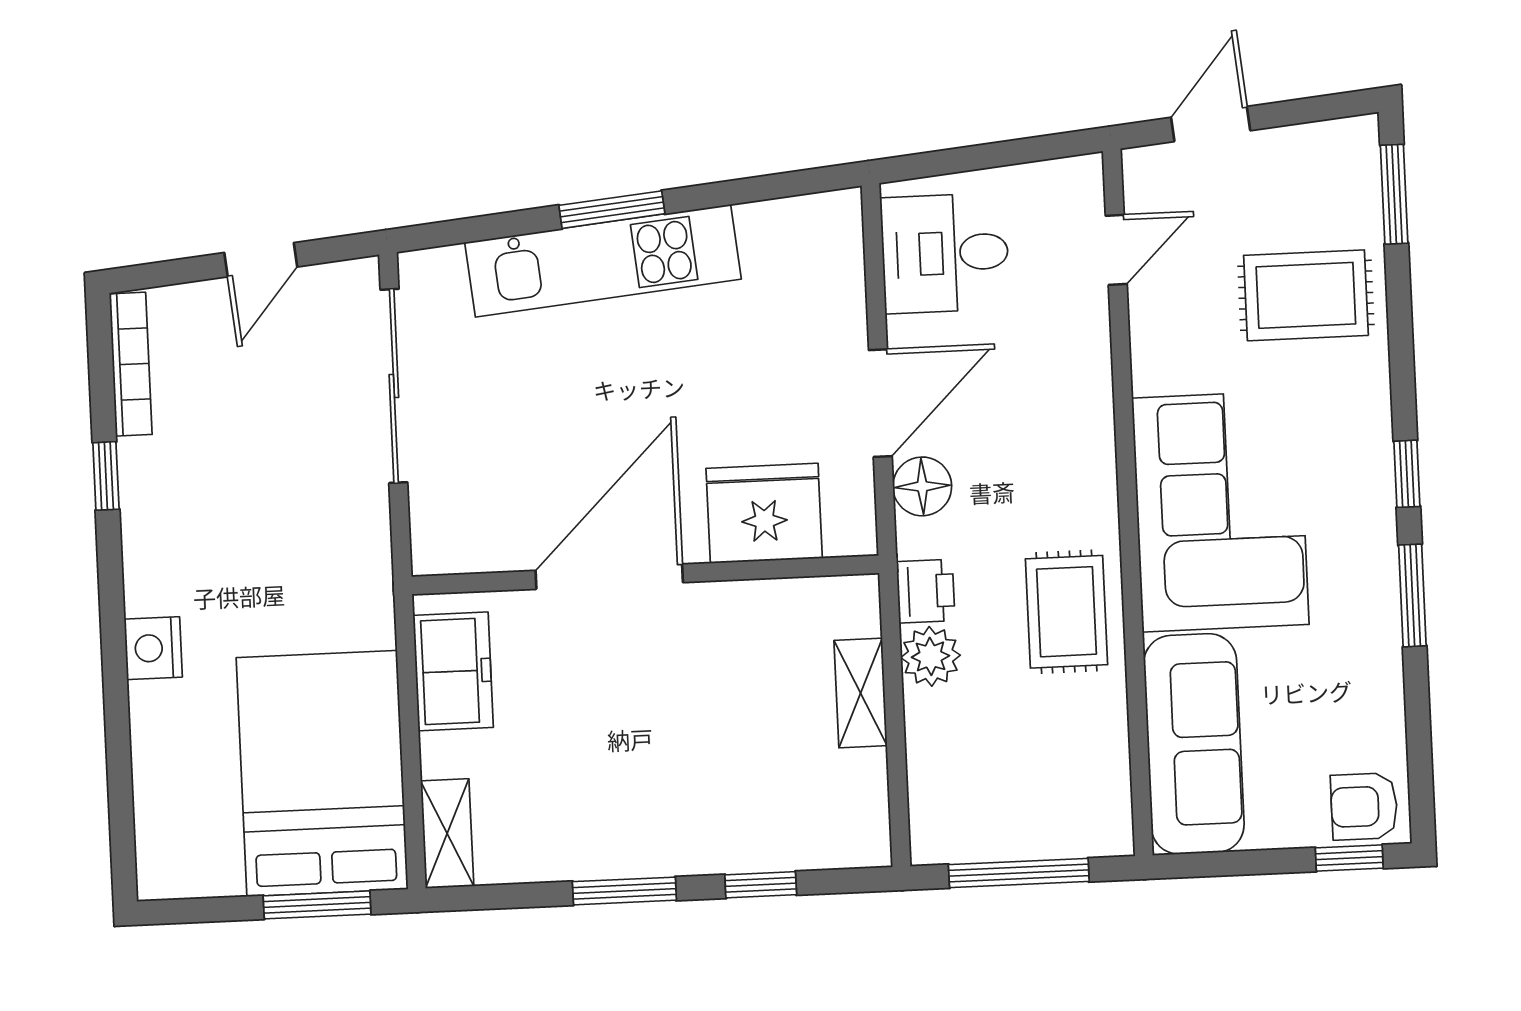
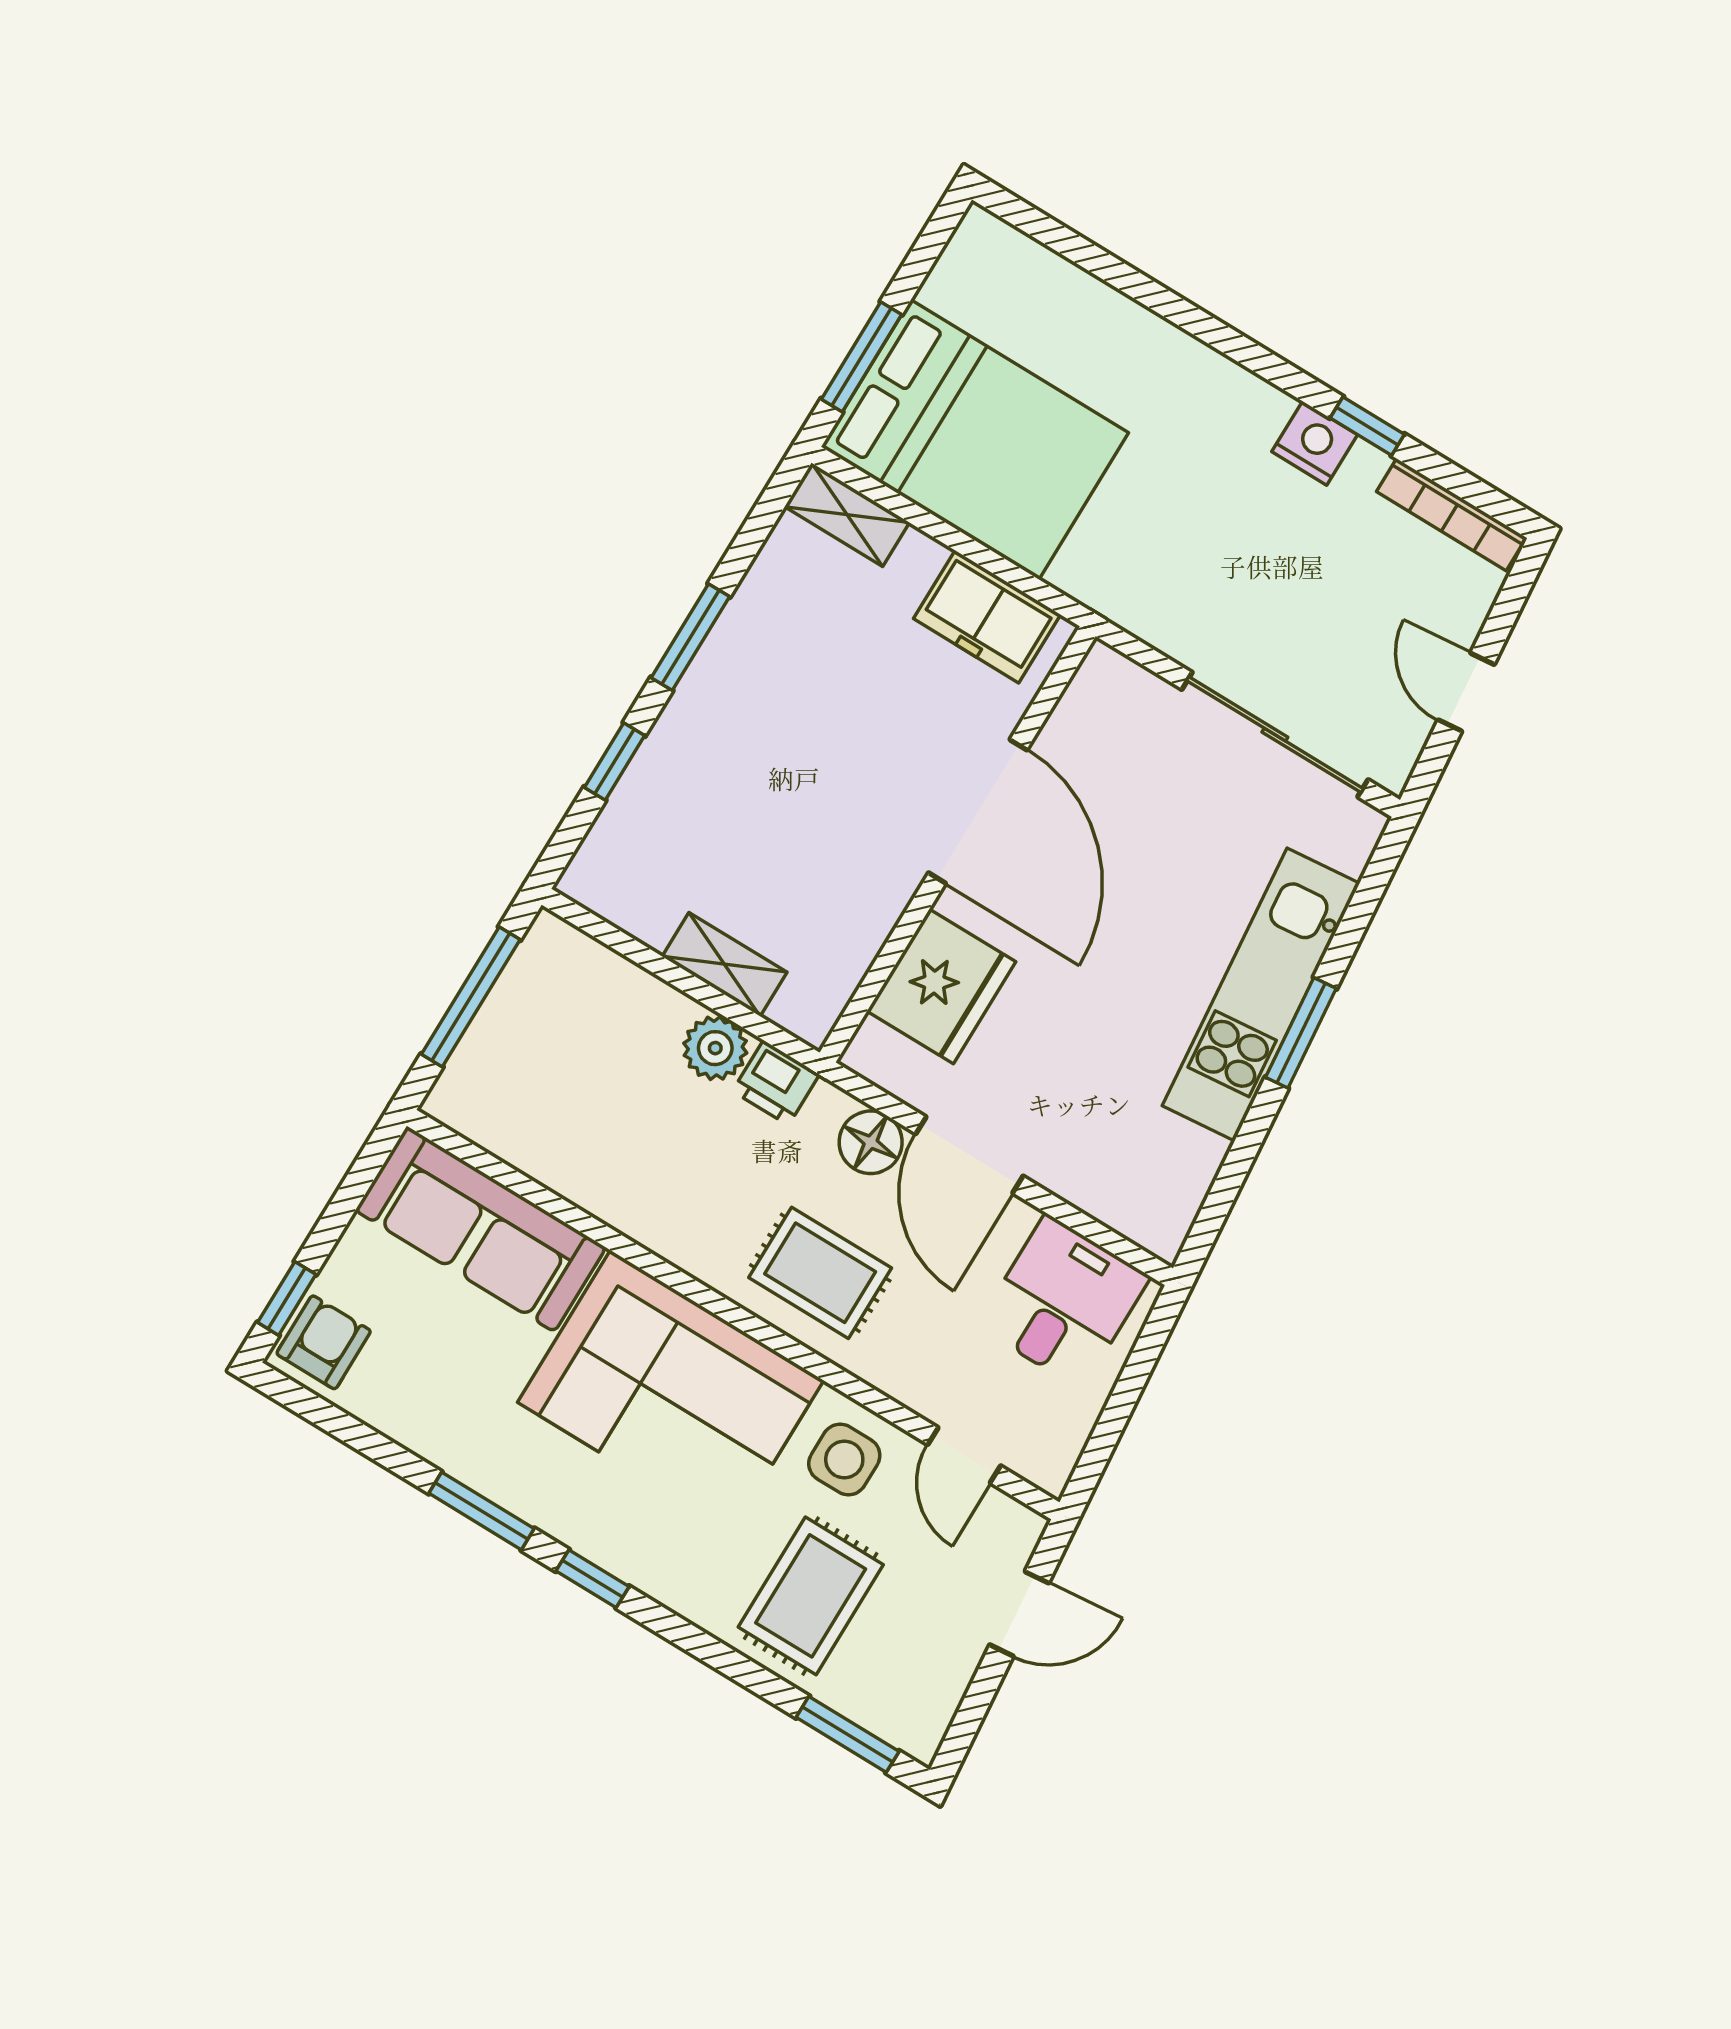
door: (1211, 124) -> (1019, 1614), hinge flipped
side table: (1182, 341) -> (844, 1459), added
rug: (1067, 612) -> (820, 1273), moved
nightstand: (153, 648) -> (1315, 443), moved

